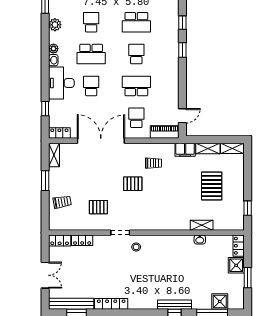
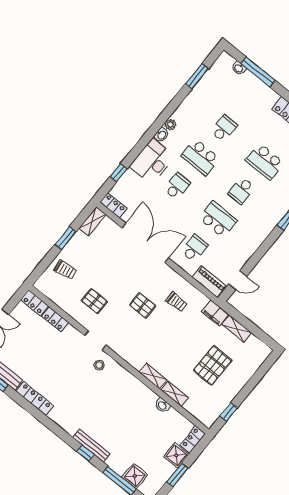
plant: (55, 25) -> (189, 104), removed
school desk: (136, 54) -> (241, 190), turned 180
shelving: (232, 148) -> (153, 376), moved

